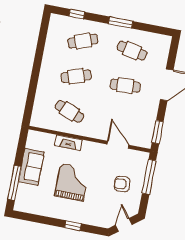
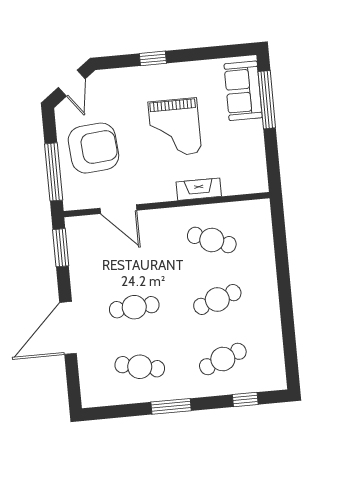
sofa: (31, 167) -> (243, 91), moved
armchair: (122, 184) -> (93, 148), width x1.88, depth x1.88

